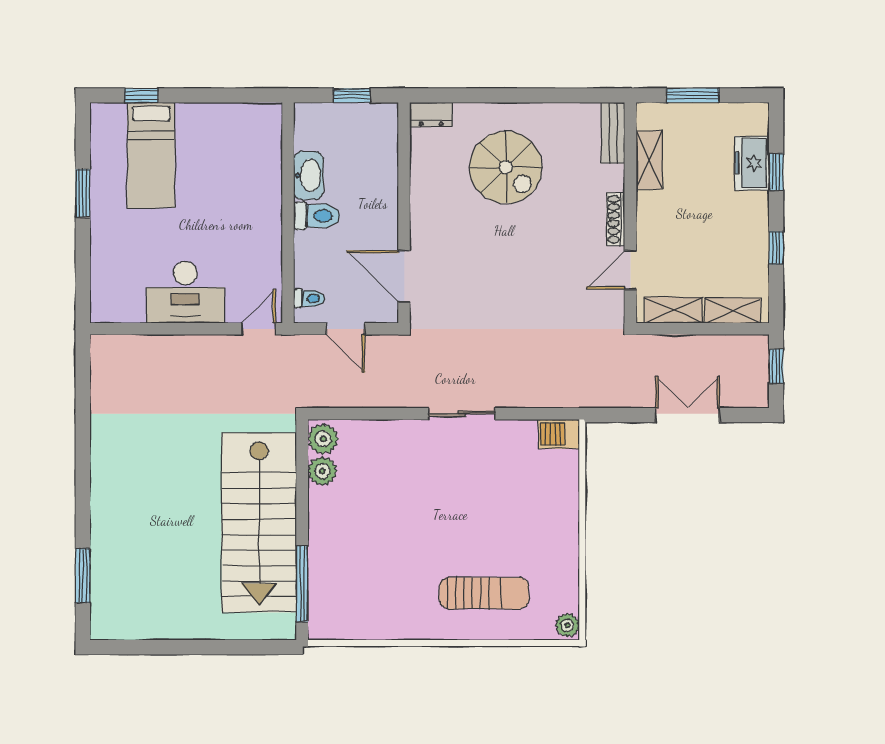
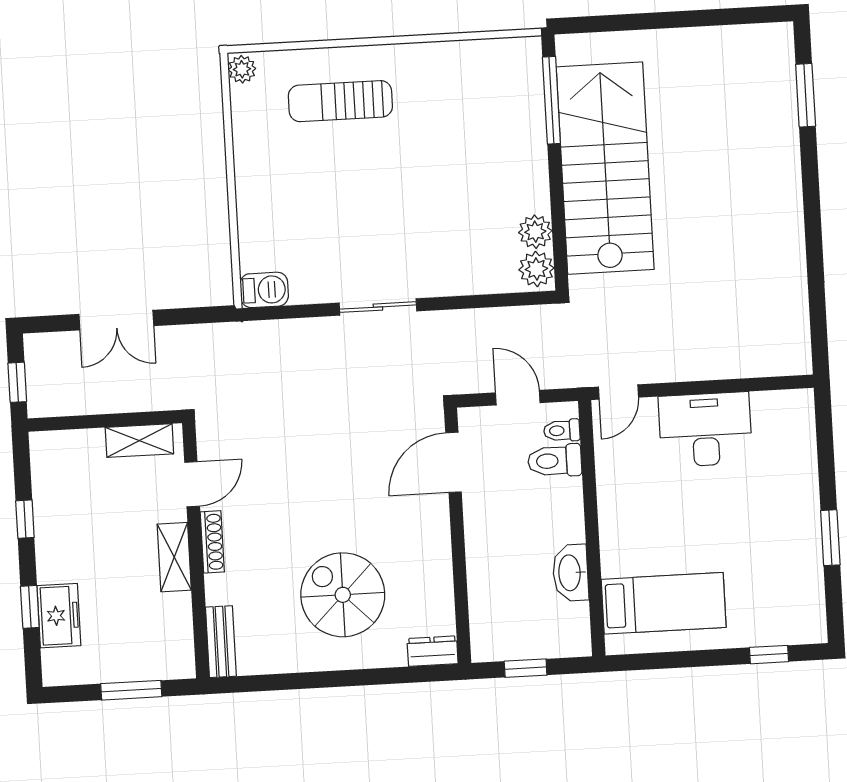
bed: (151, 155) -> (664, 603), moved, turned 90
shelving: (649, 160) -> (174, 557), moved
toilet: (317, 216) -> (555, 461), moved
door: (404, 276) -> (453, 462), swing flipped
shelving: (733, 311) -> (71, 444), removed

